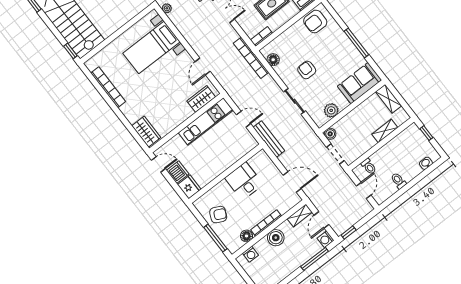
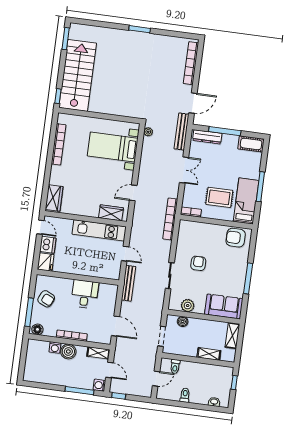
floor lamp: (273, 60) -> (183, 235), removed
boiler: (330, 134) -> (183, 321), moved
door: (322, 220) -> (110, 370), swing flipped
floor lamp: (247, 236) -> (37, 329), moved
washing machine: (250, 254) -> (55, 347), moved

